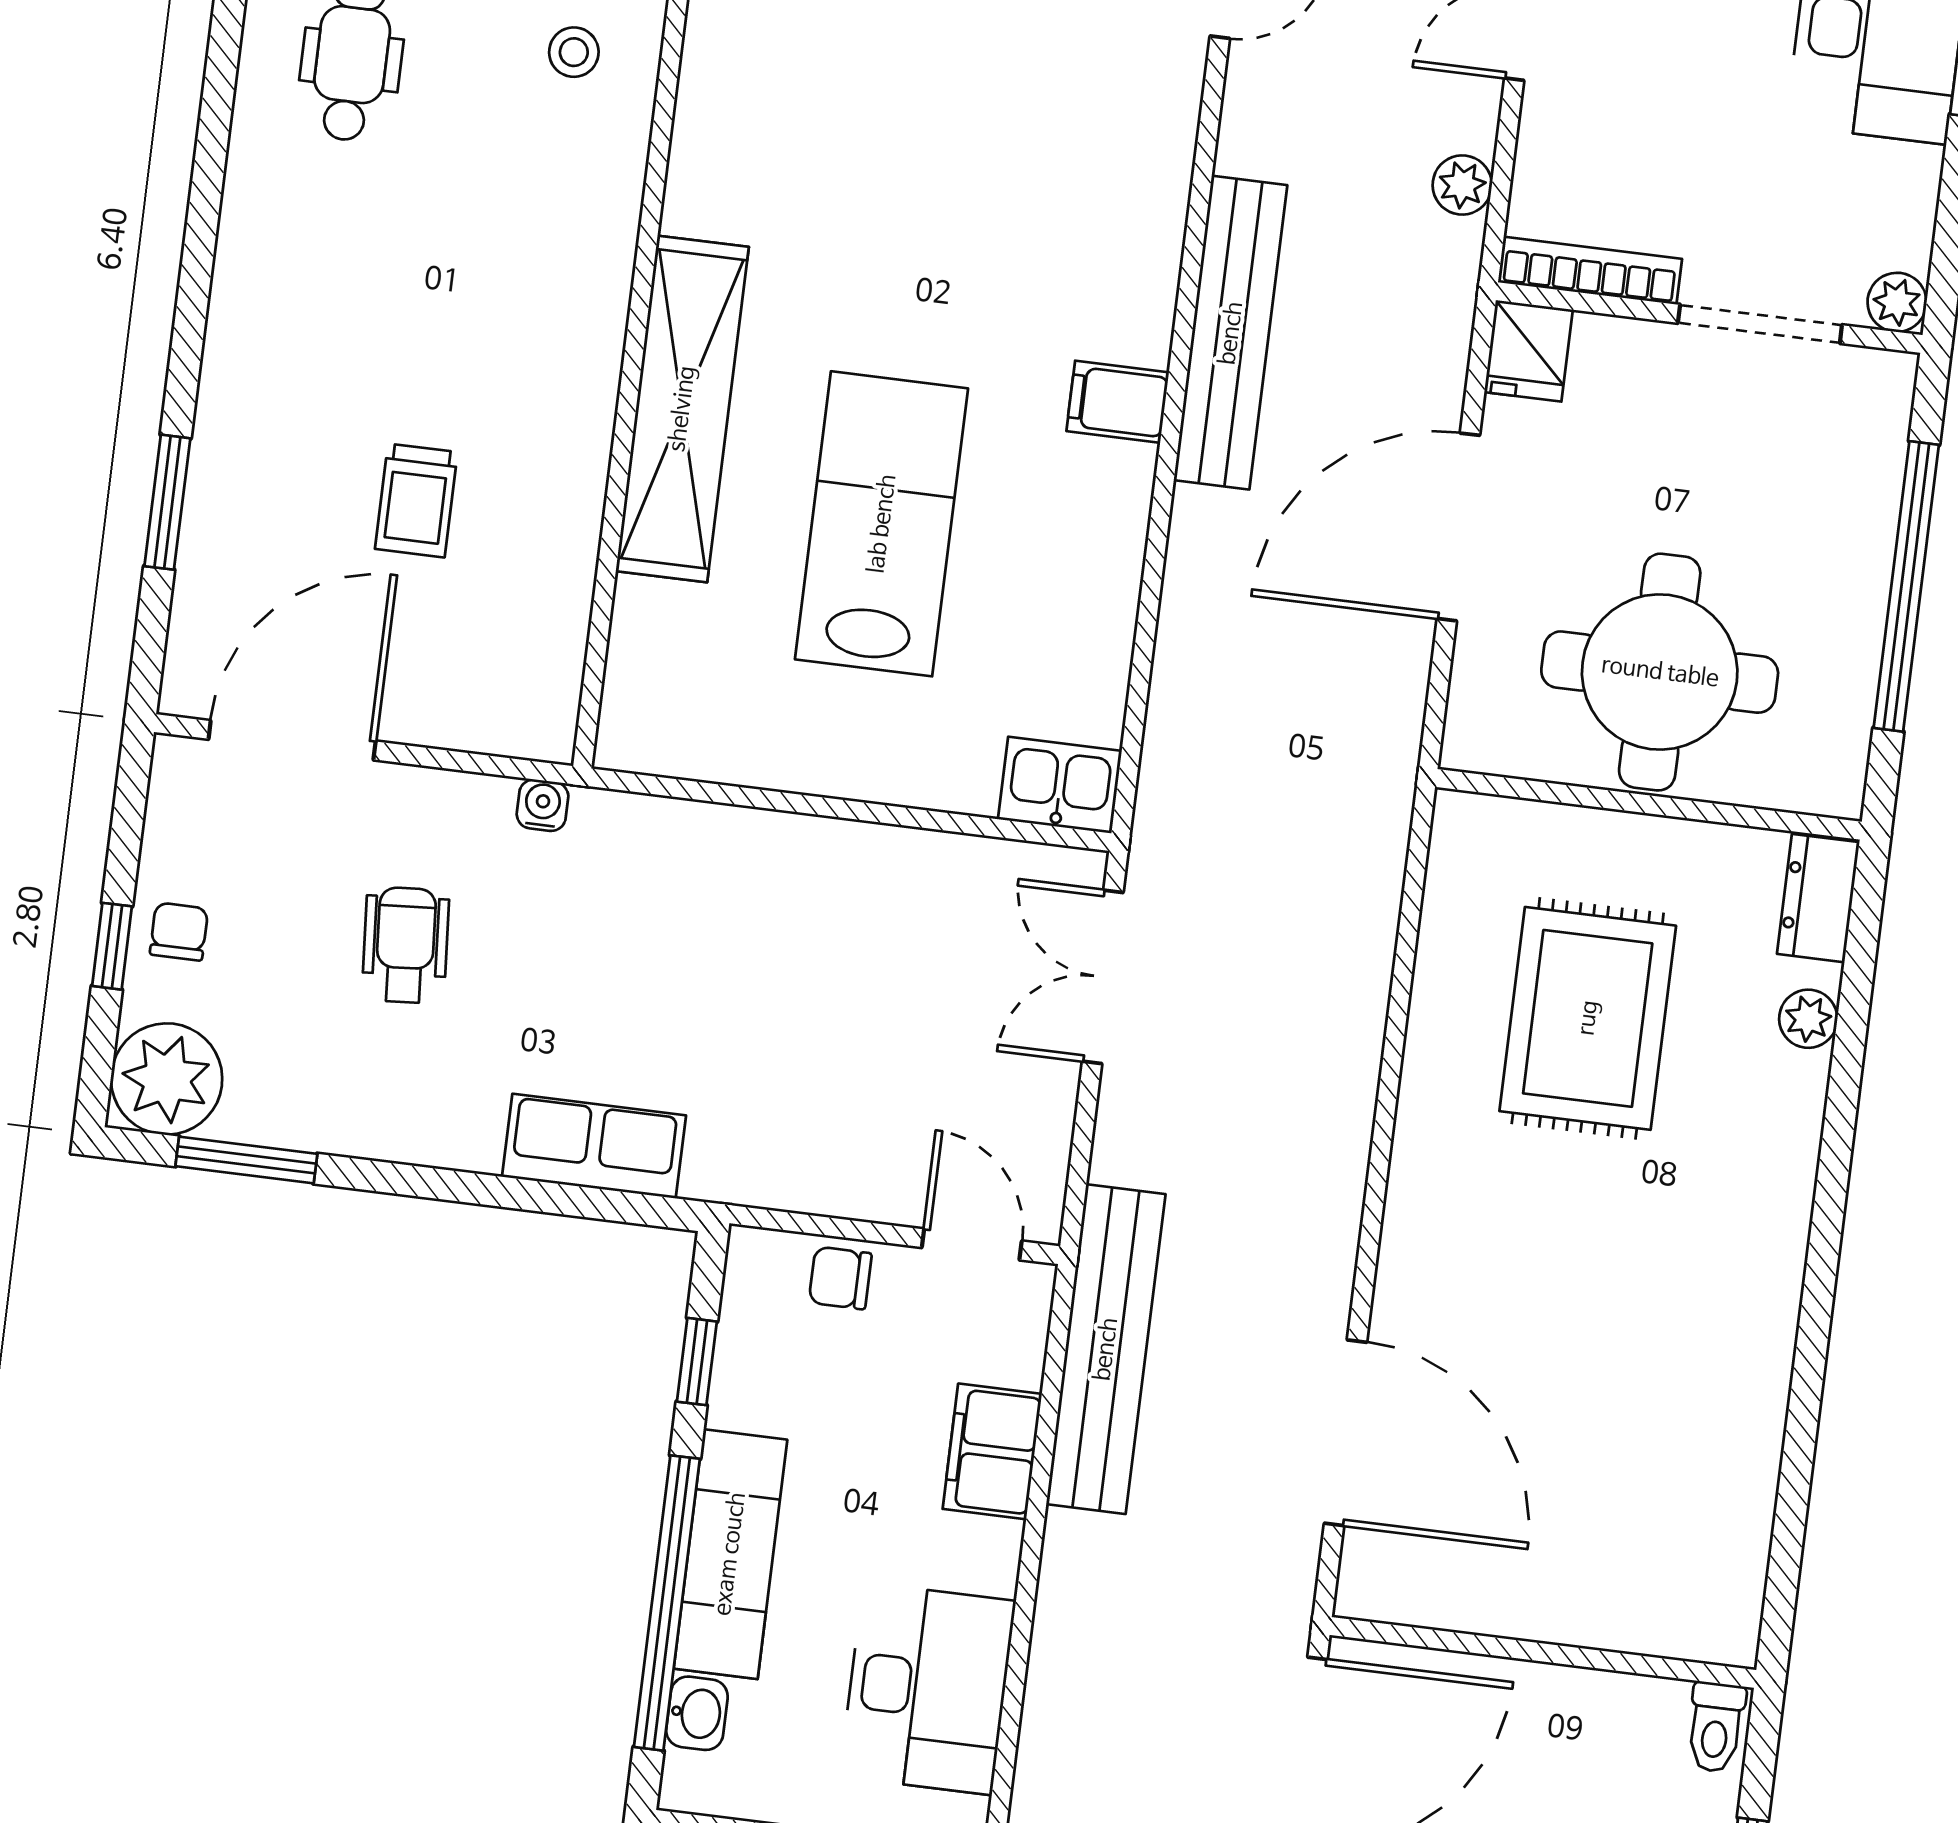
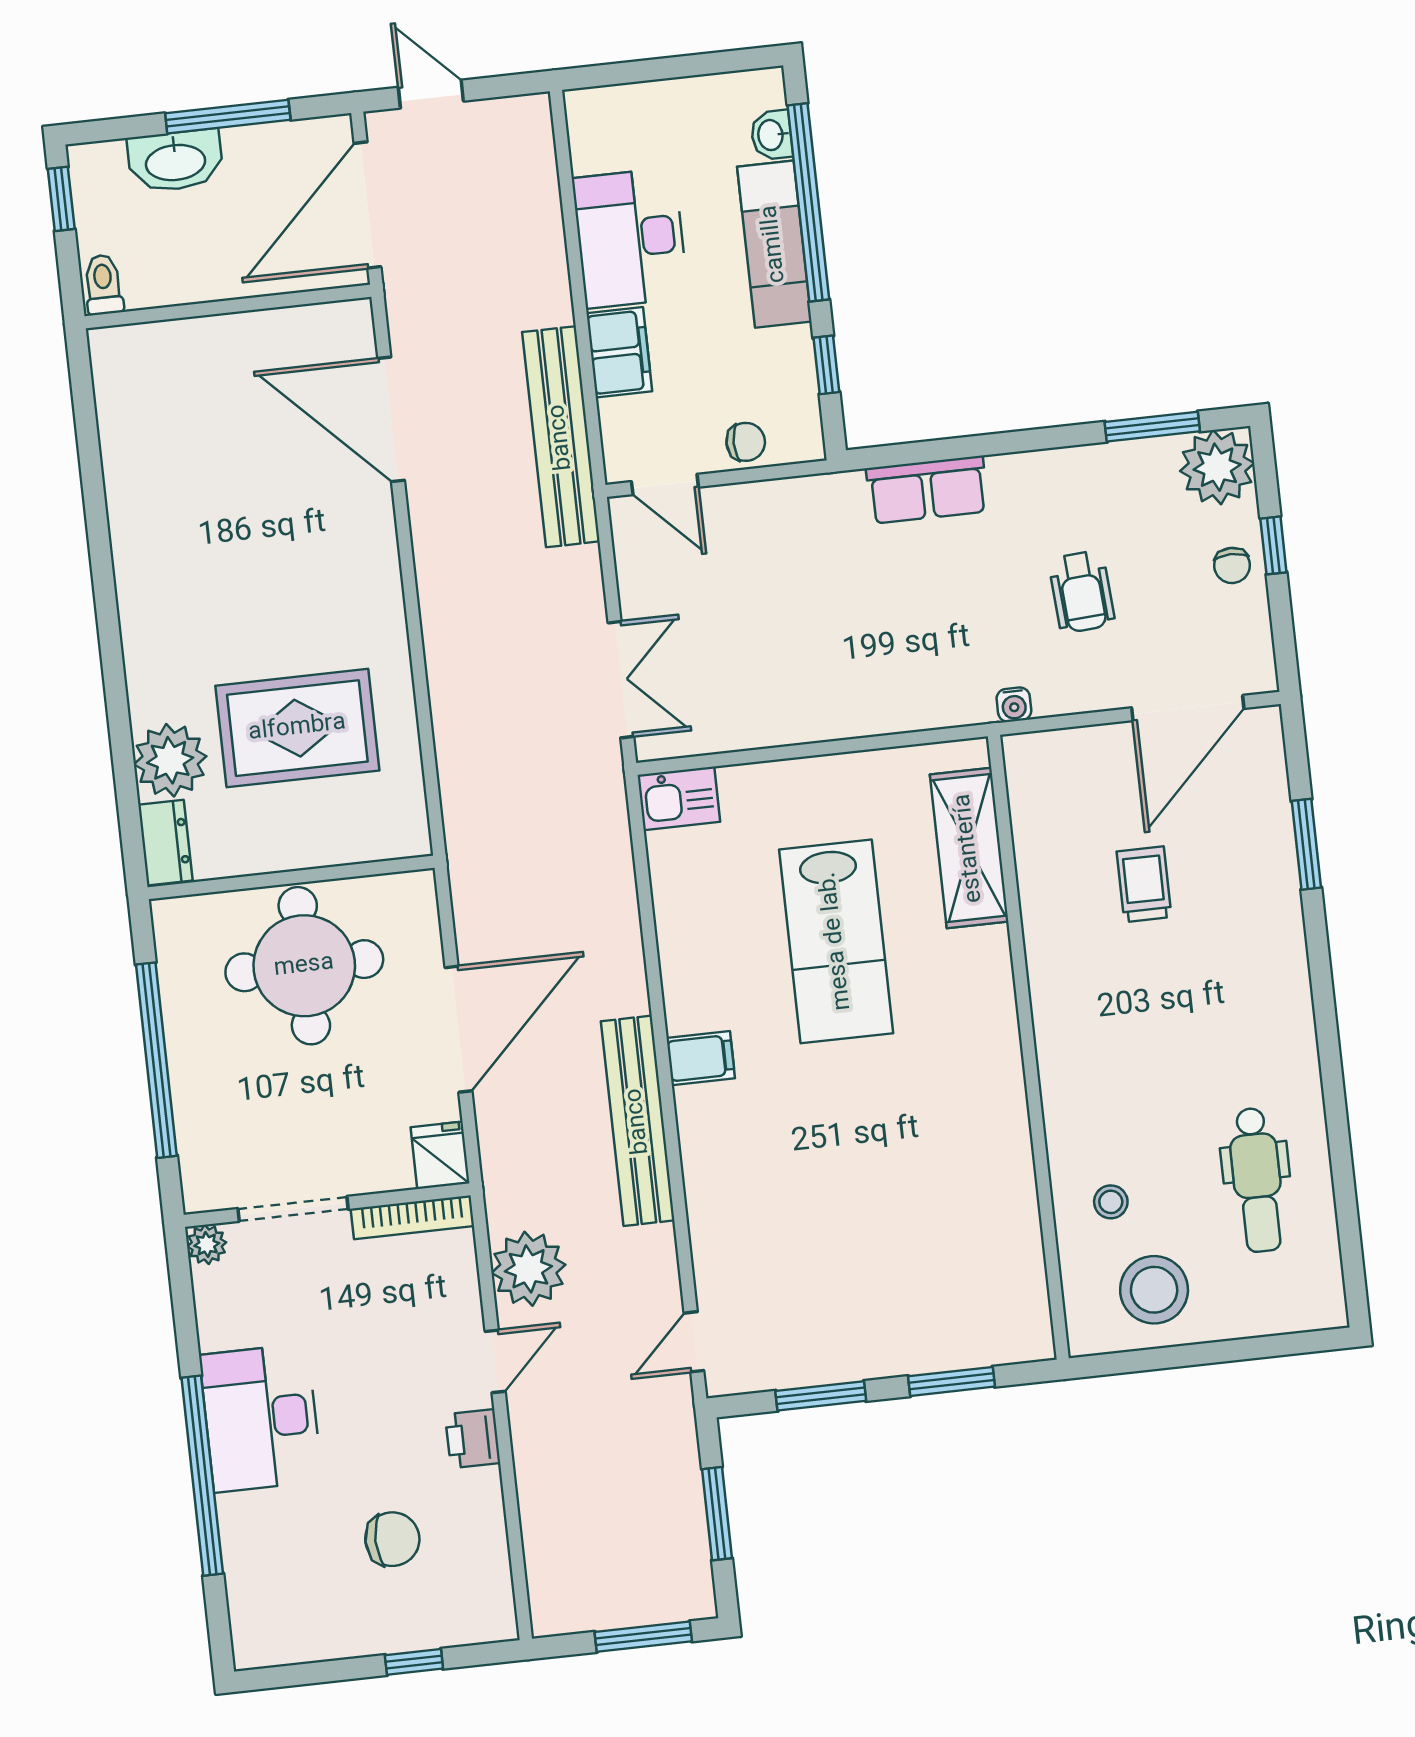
plant: (1462, 185) -> (528, 1269), width x1.88, depth x1.88
shelving: (682, 409) -> (969, 848), moved, width x0.68
rug: (1588, 1018) -> (297, 728), turned 90
plant: (1808, 1019) -> (170, 760), width x1.87, depth x1.87
desk: (928, 1689) -> (630, 238), moved

